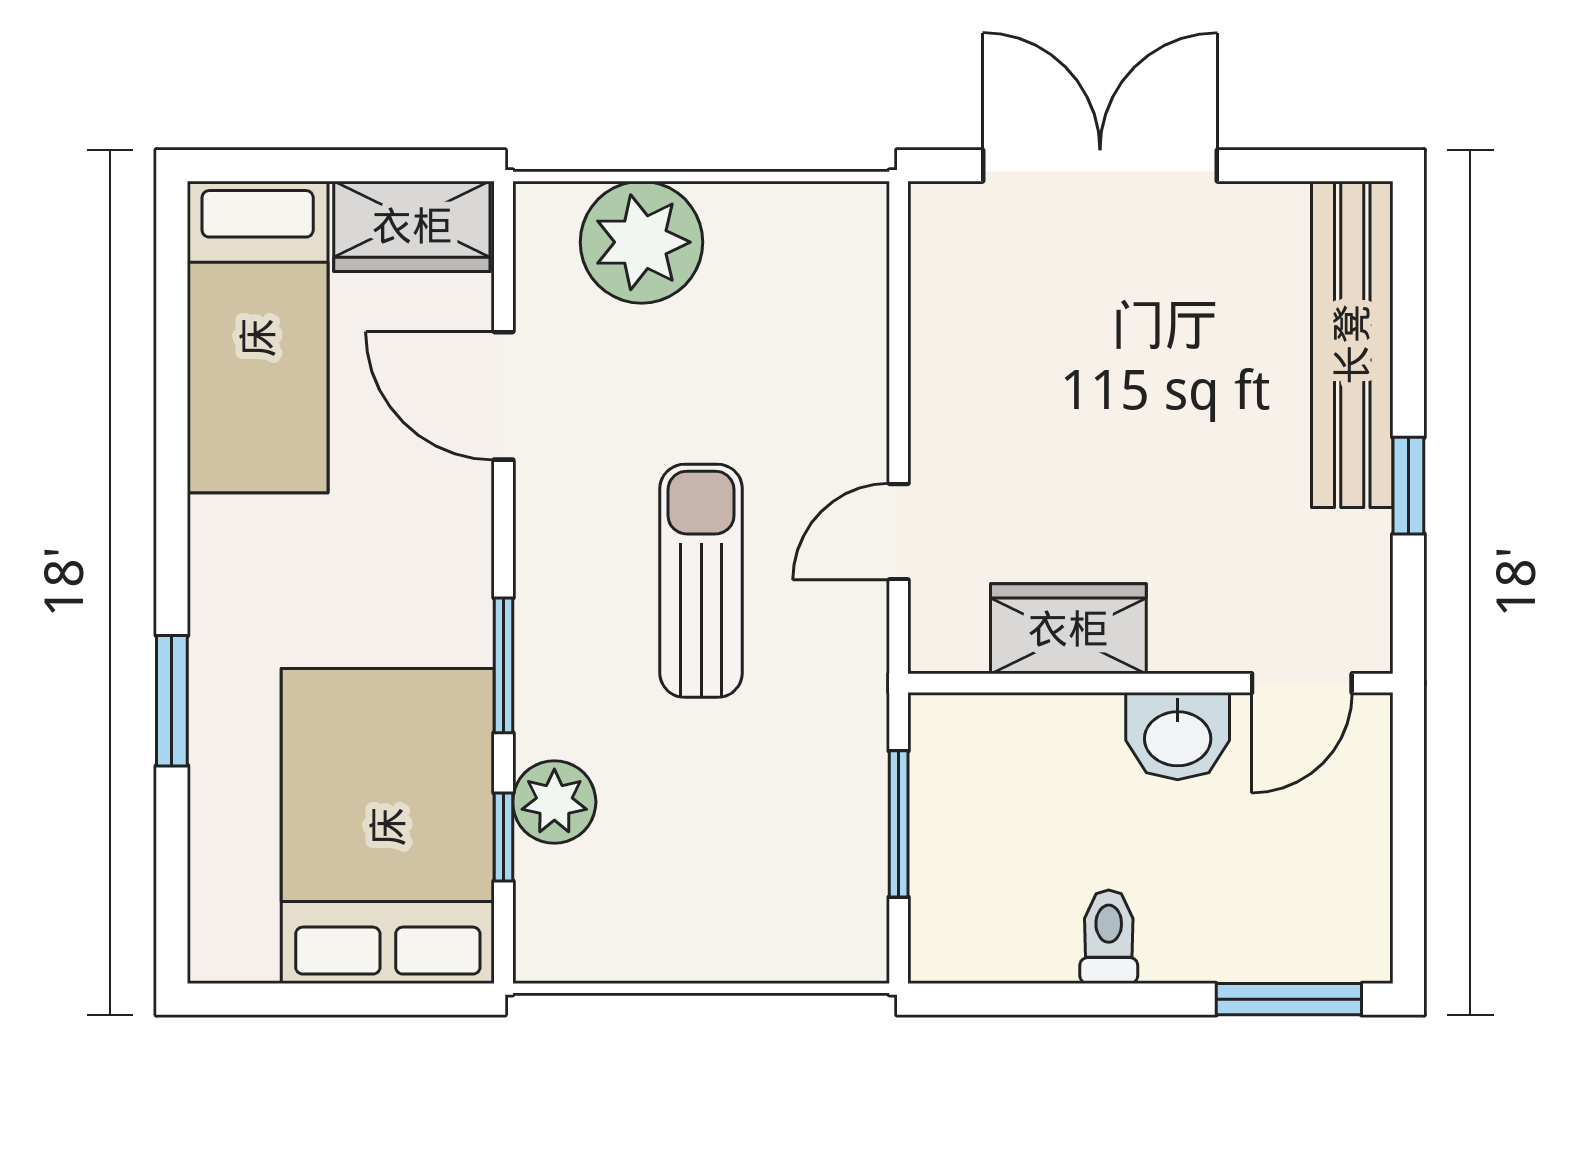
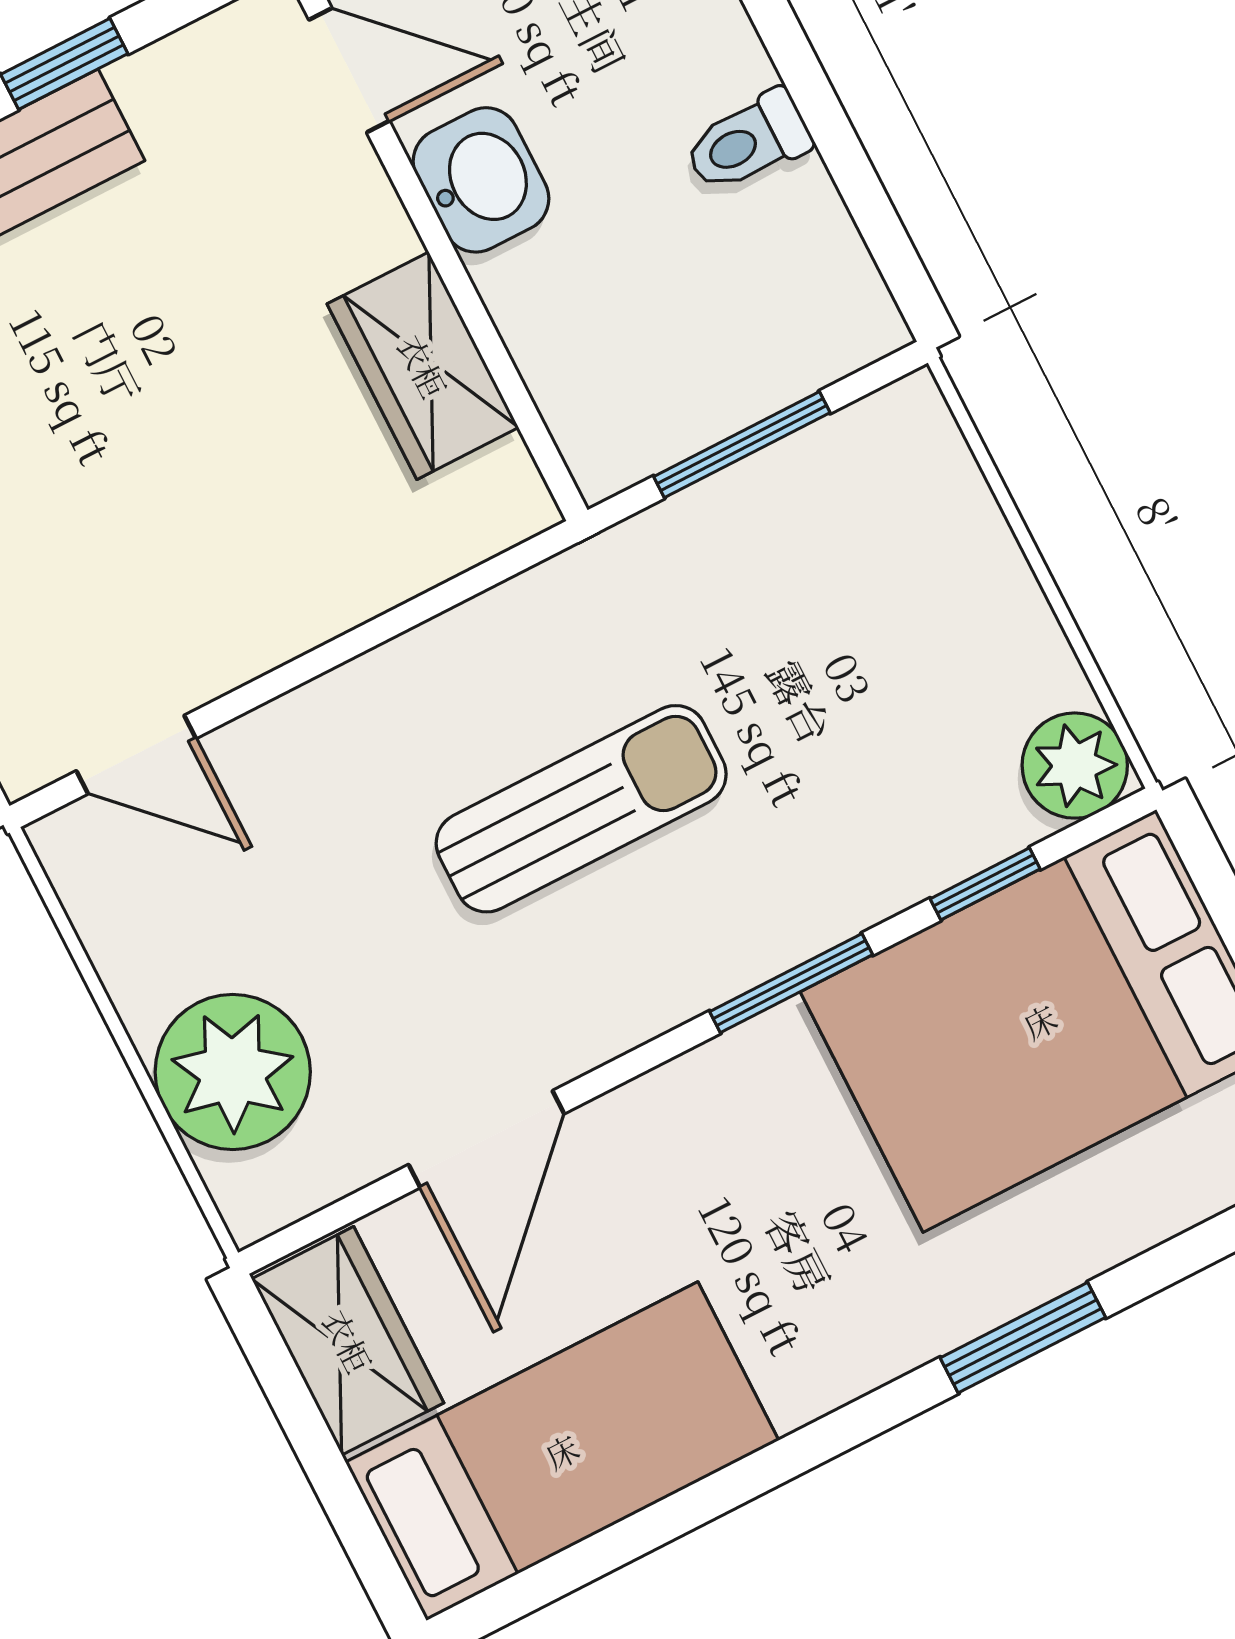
door: (899, 532) -> (136, 755), moved
sun lounger: (701, 581) -> (581, 809), turned 180
plant: (554, 802) -> (1075, 766), moved

